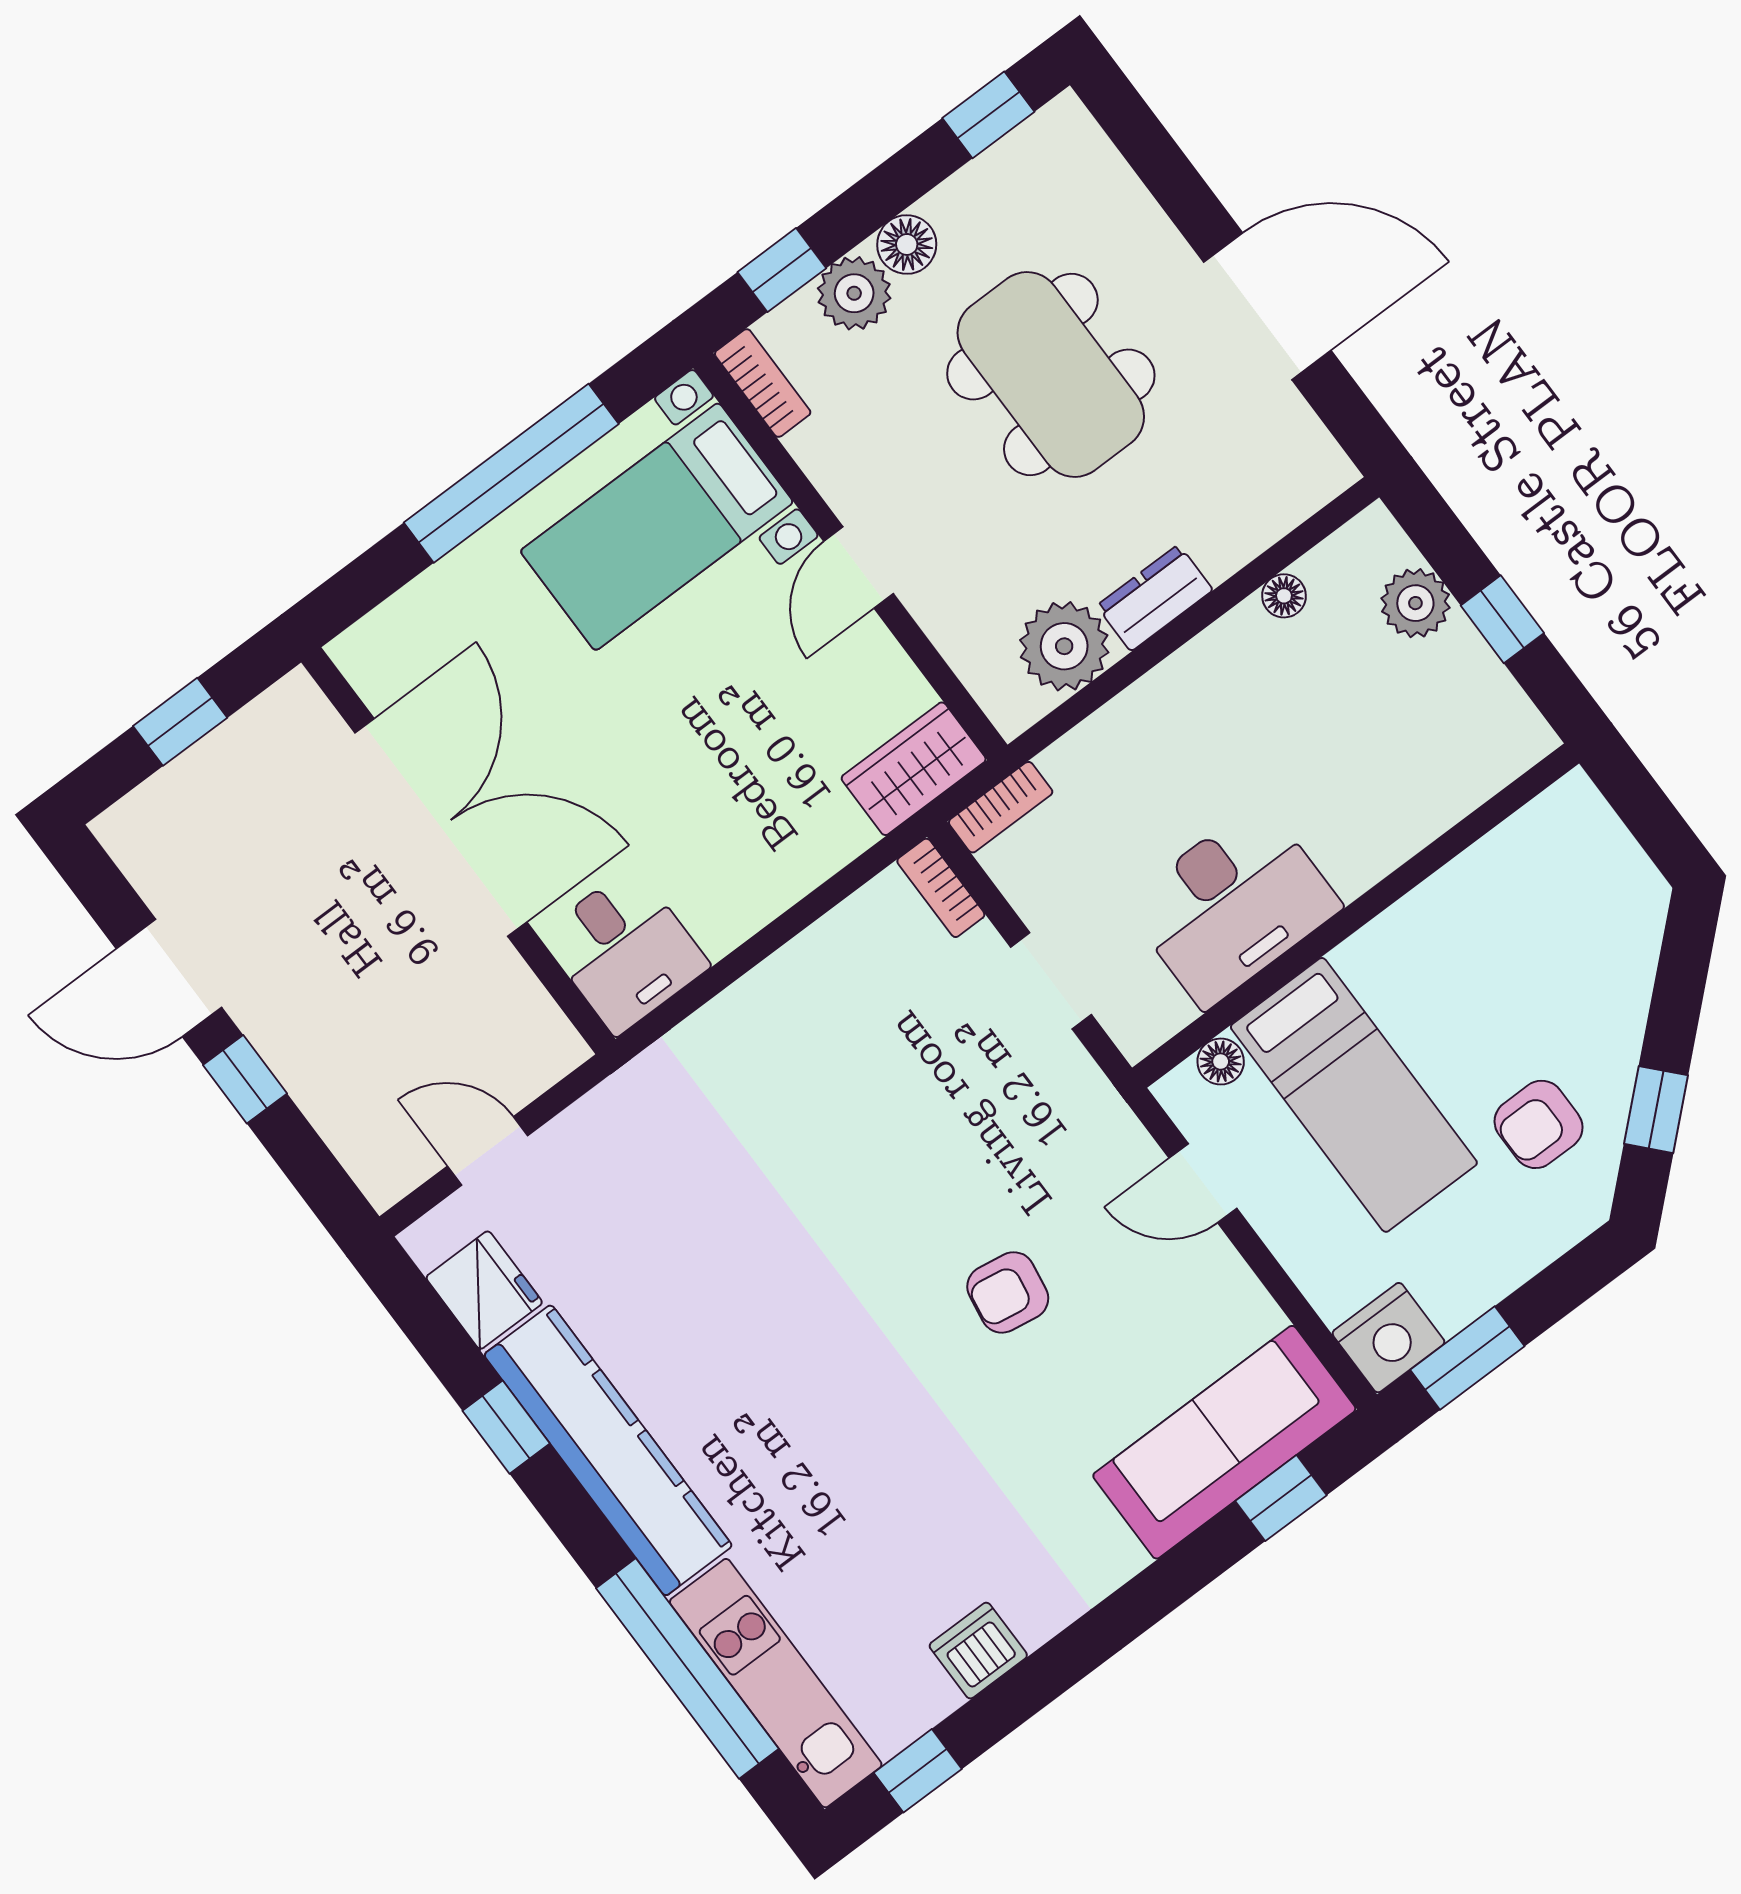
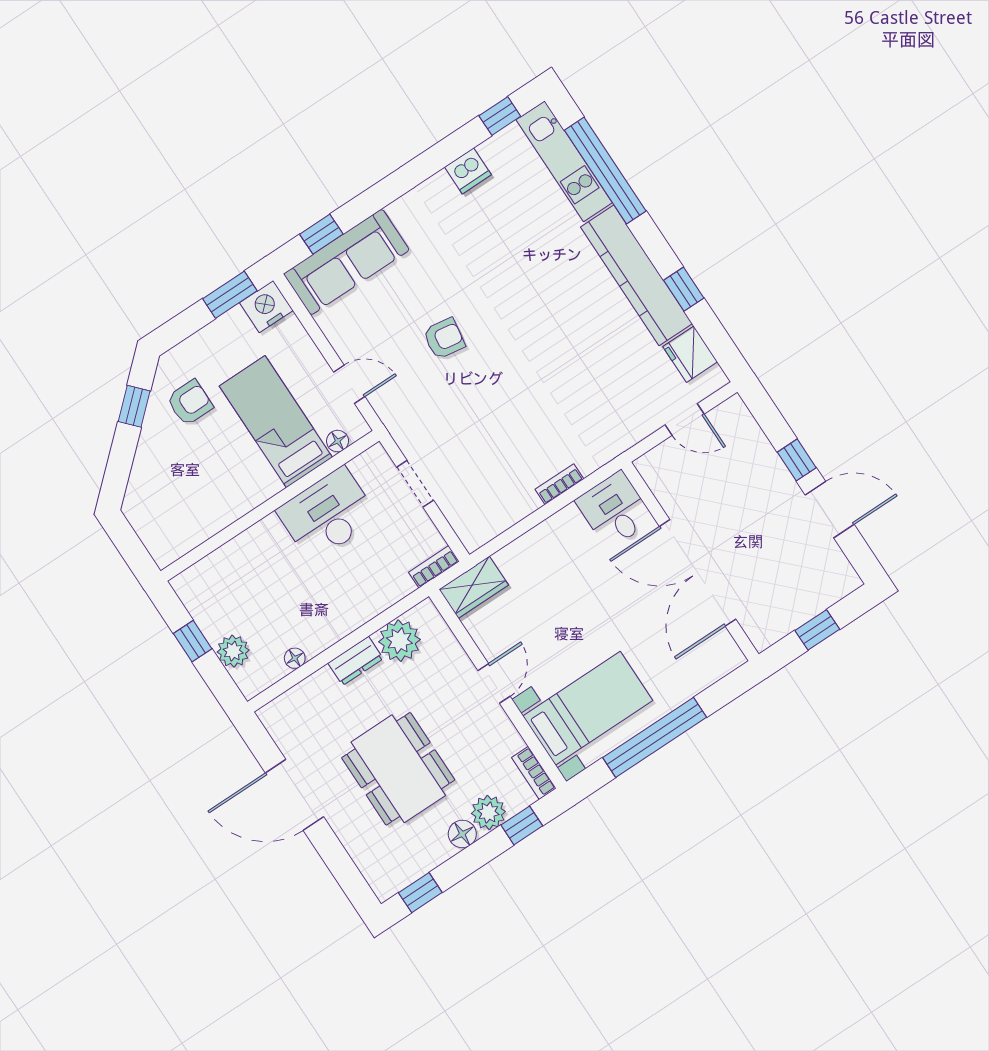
bookcase: (941, 888) -> (559, 484), moved, turned -90

